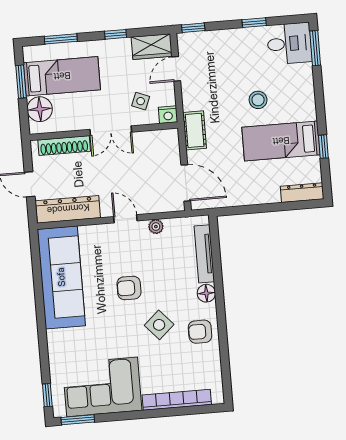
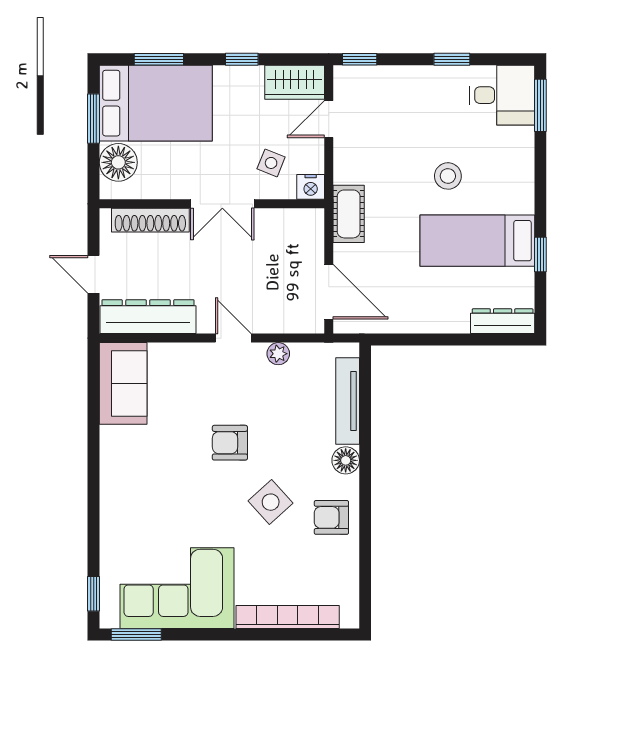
bed: (62, 76) -> (156, 103), width x1.50
sofa: (61, 277) -> (123, 383), width x0.54, depth x0.79

